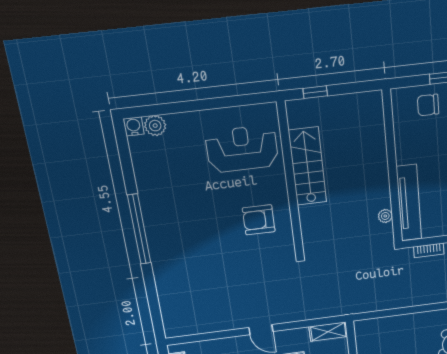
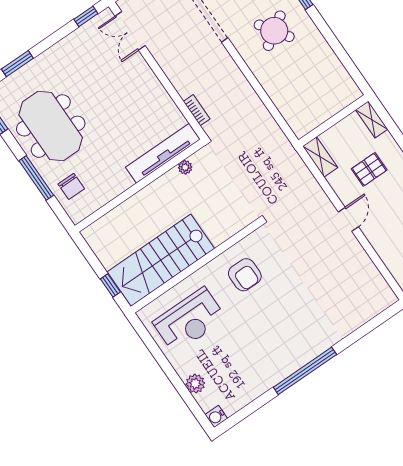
plant: (155, 126) -> (195, 384), moved
reception desk: (242, 149) -> (189, 320), turned -90
stairs: (308, 166) -> (161, 260), width x1.36, depth x1.51

